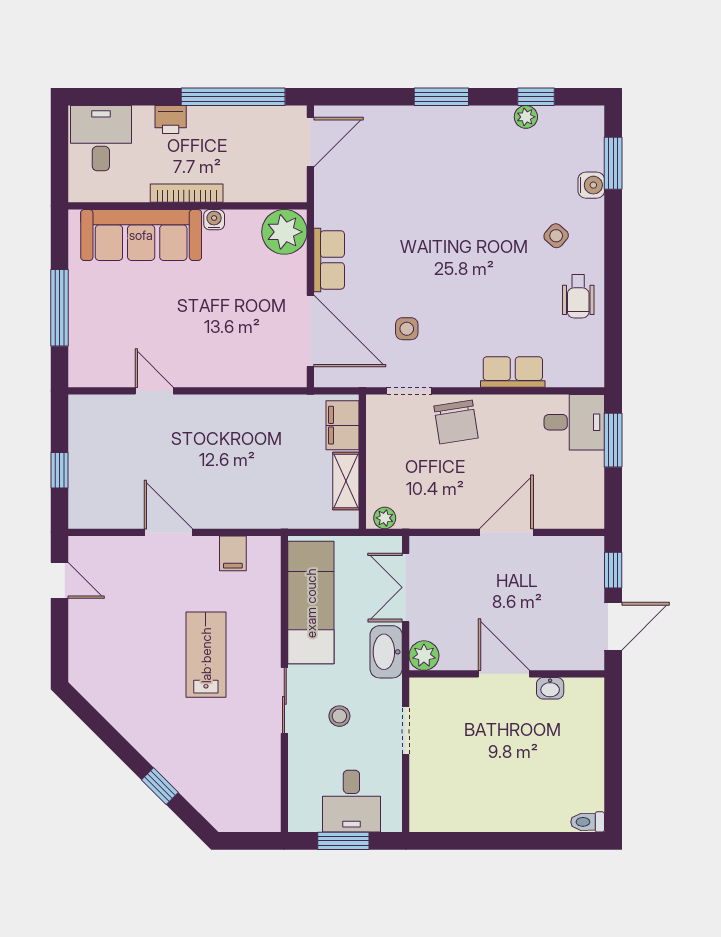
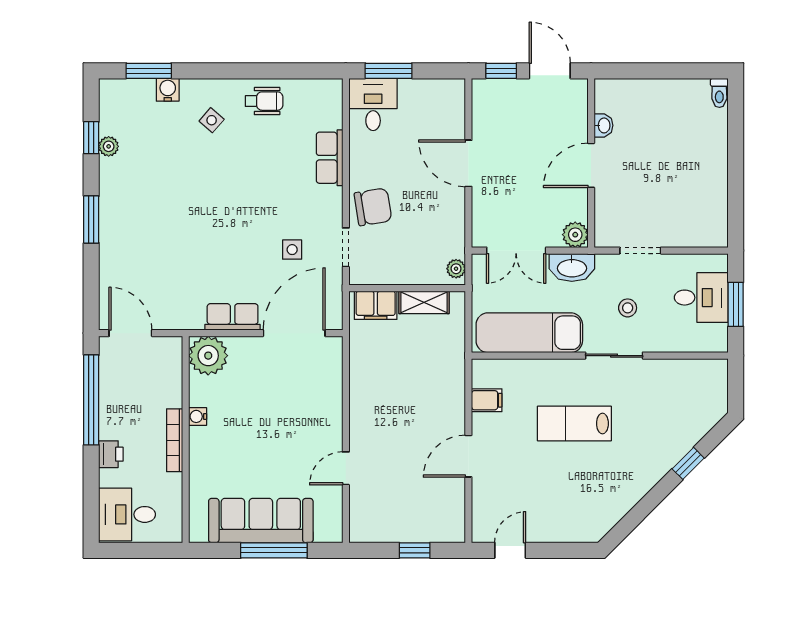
sofa: (141, 235) -> (261, 521), moved, turned -90

